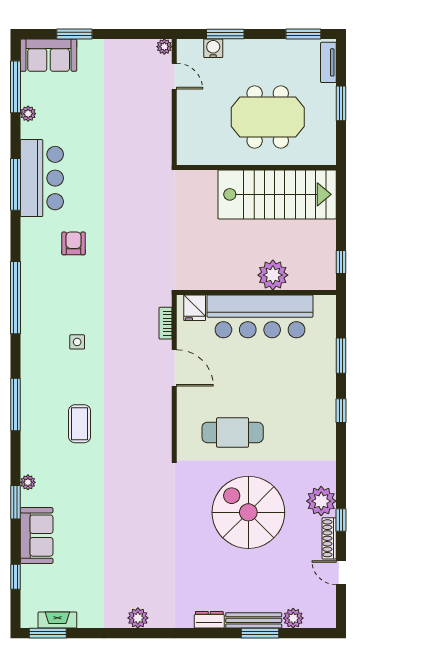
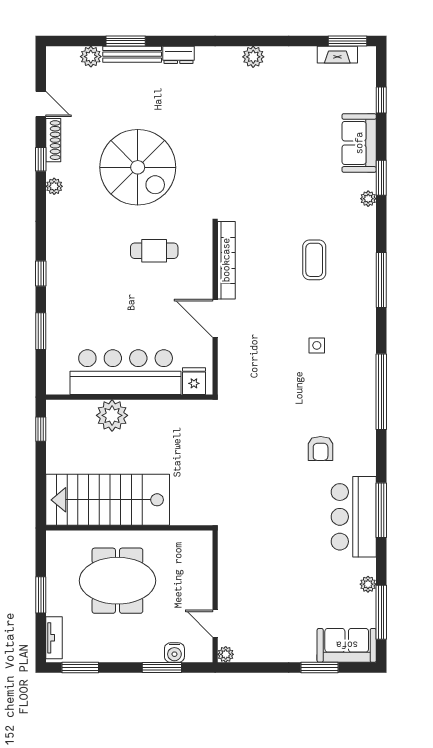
bookcase: (166, 323) -> (226, 260), moved, width x2.31, depth x1.31
cafe table: (233, 432) -> (154, 251), width x0.73, depth x0.74
plant: (321, 501) -> (54, 186), width x0.53, depth x0.53

